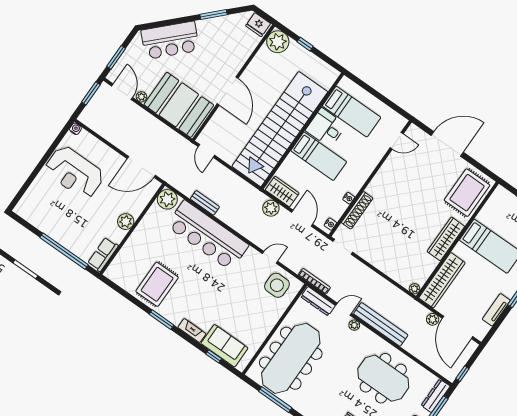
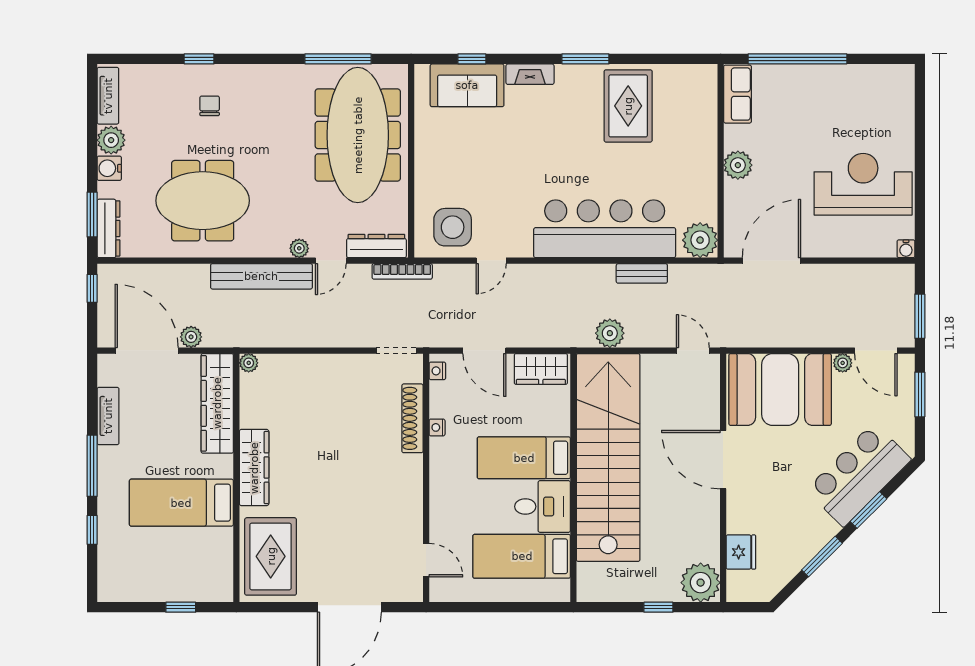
window: (177, 21) -> (868, 510), added
fridge: (258, 25) -> (741, 552), moved, turned 90
door: (397, 141) -> (426, 560), swing flipped
plant: (271, 208) -> (610, 333), moved

